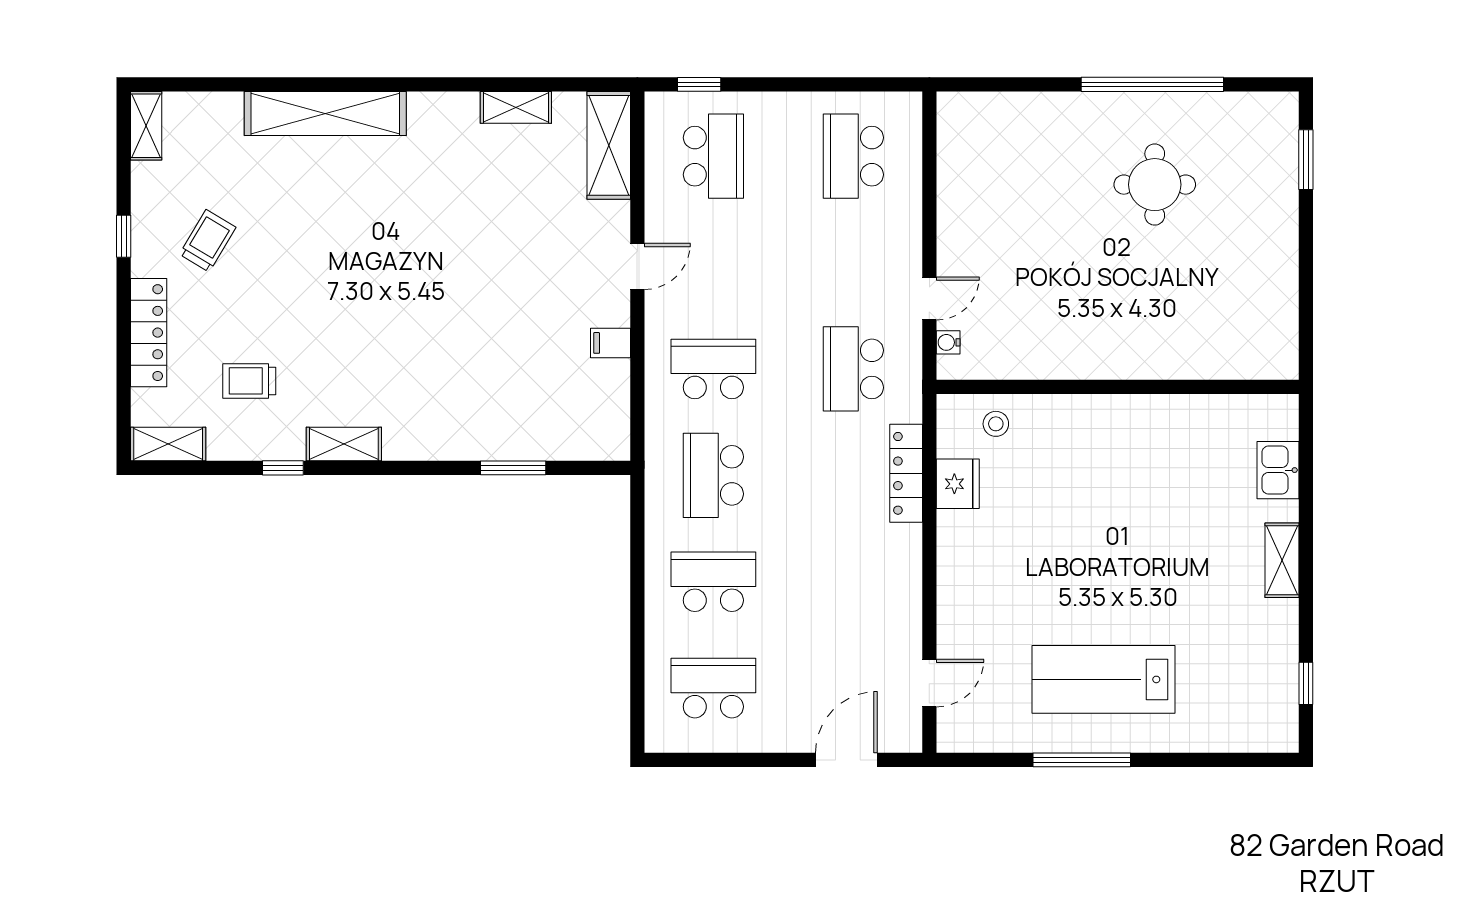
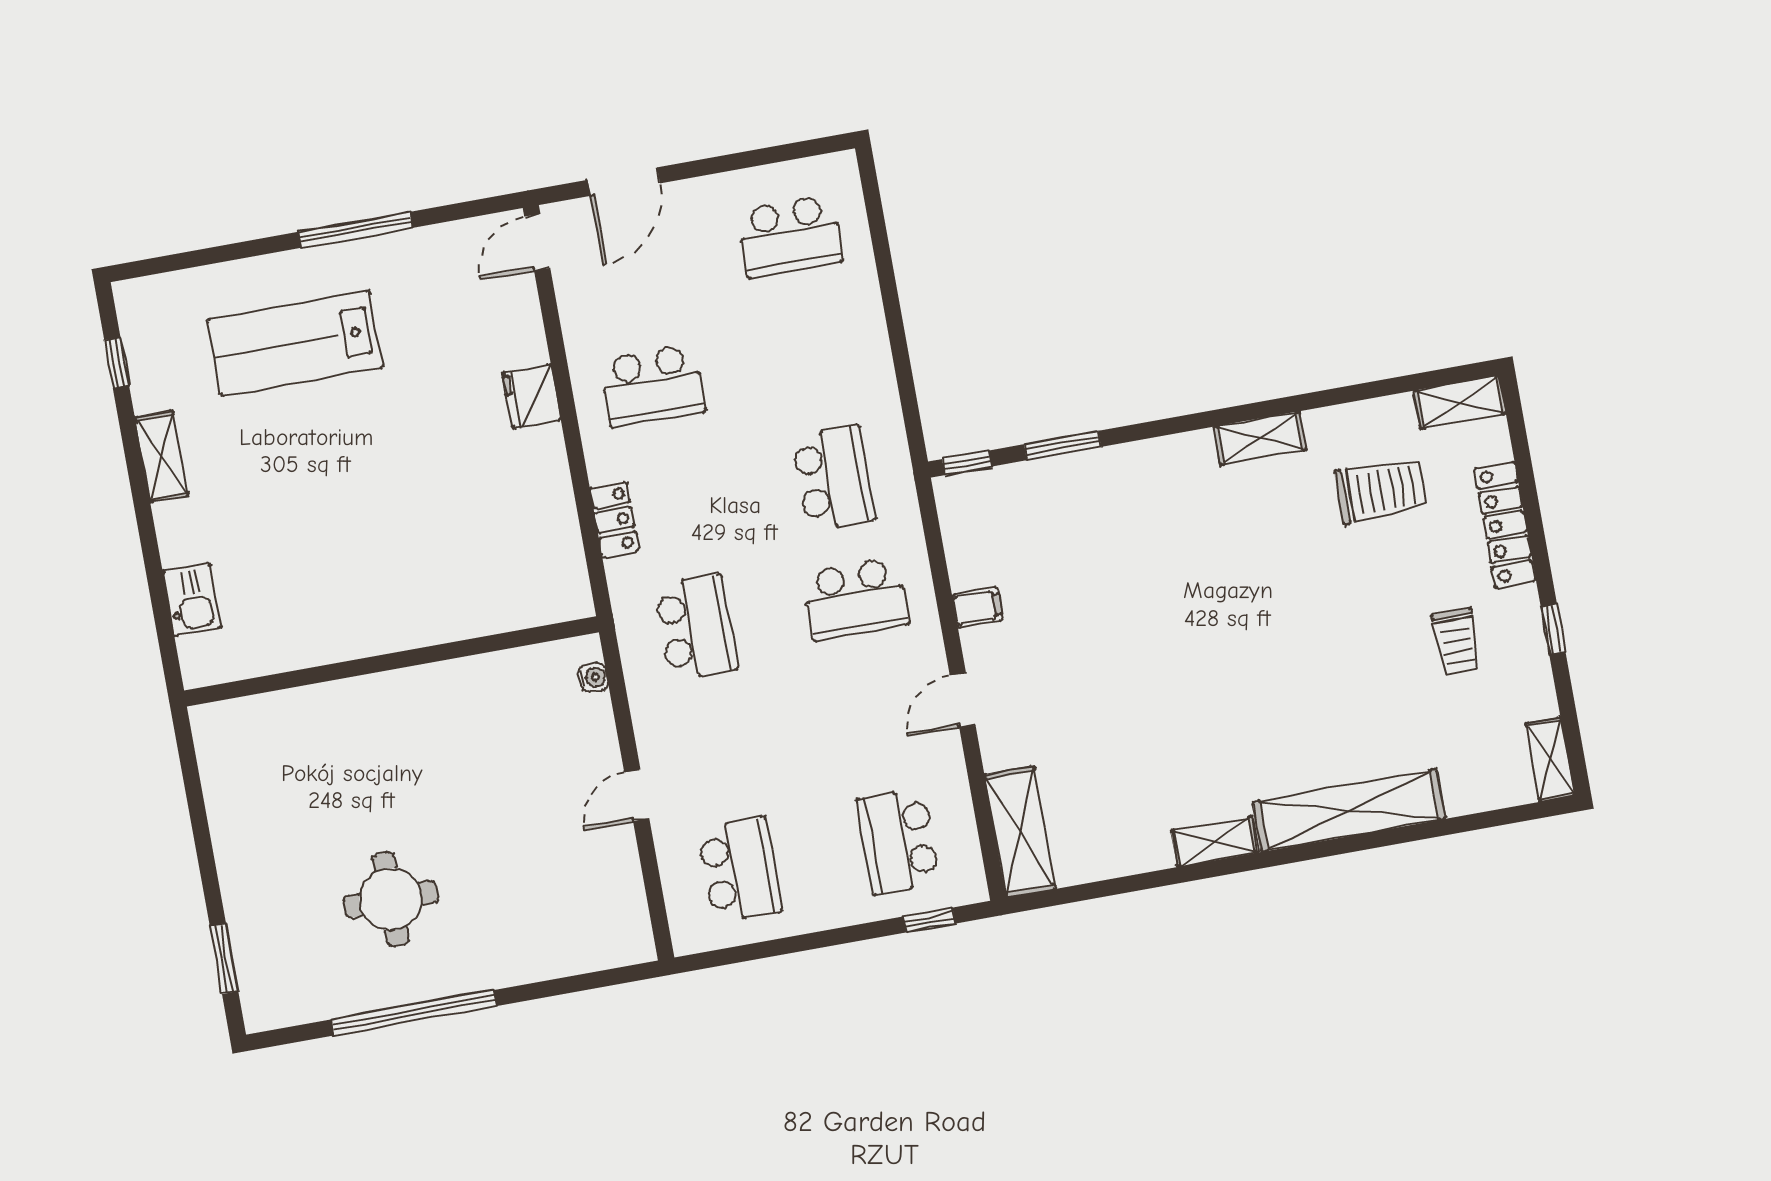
shelving: (516, 107) -> (1215, 842), moved
trolley: (208, 241) -> (1457, 641), turned -31
door: (929, 298) -> (637, 795), moved
trolley: (249, 381) -> (1381, 490), width x1.36, depth x1.39
stool: (996, 424) -> (523, 595), removed
window: (283, 468) -> (967, 463), moved
locker: (906, 473) -> (614, 520), width x0.66
fridge: (958, 484) -> (532, 397), moved
shelving: (1282, 560) -> (162, 456), moved
school desk: (713, 582) -> (652, 386), moved
lab bench: (1103, 679) -> (295, 343), moved, turned 180
door: (929, 683) -> (537, 242), moved

